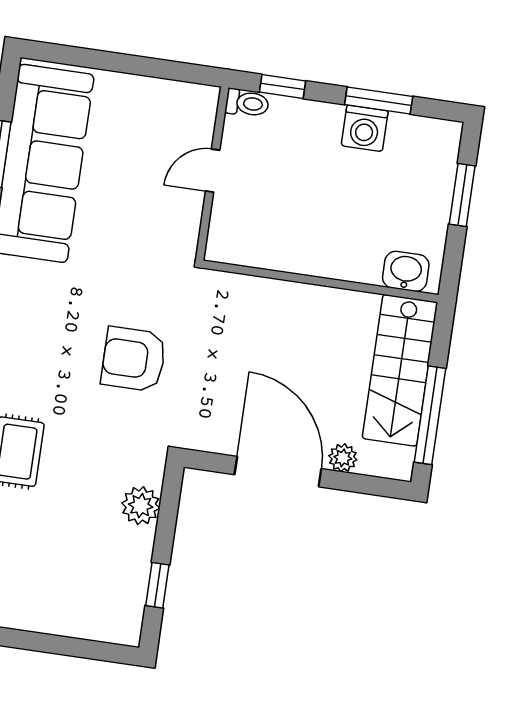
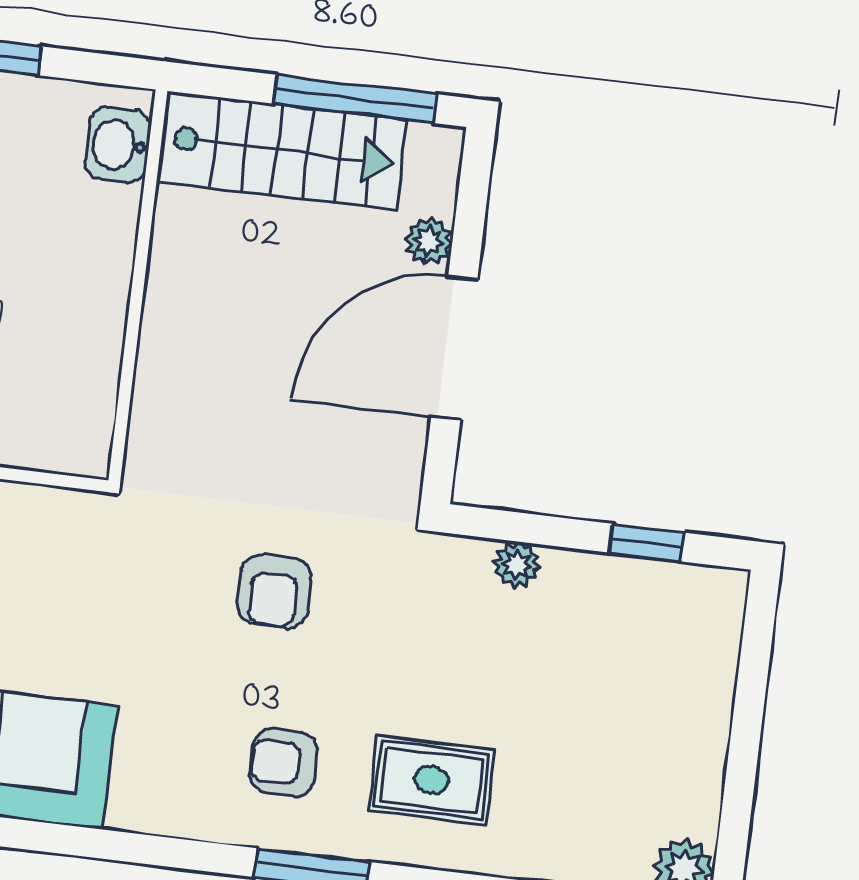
armchair: (134, 359) -> (274, 591), width x0.72, depth x0.72
armchair: (30, 362) -> (283, 762), added
plant: (141, 506) -> (517, 565), width x0.73, depth x0.73

